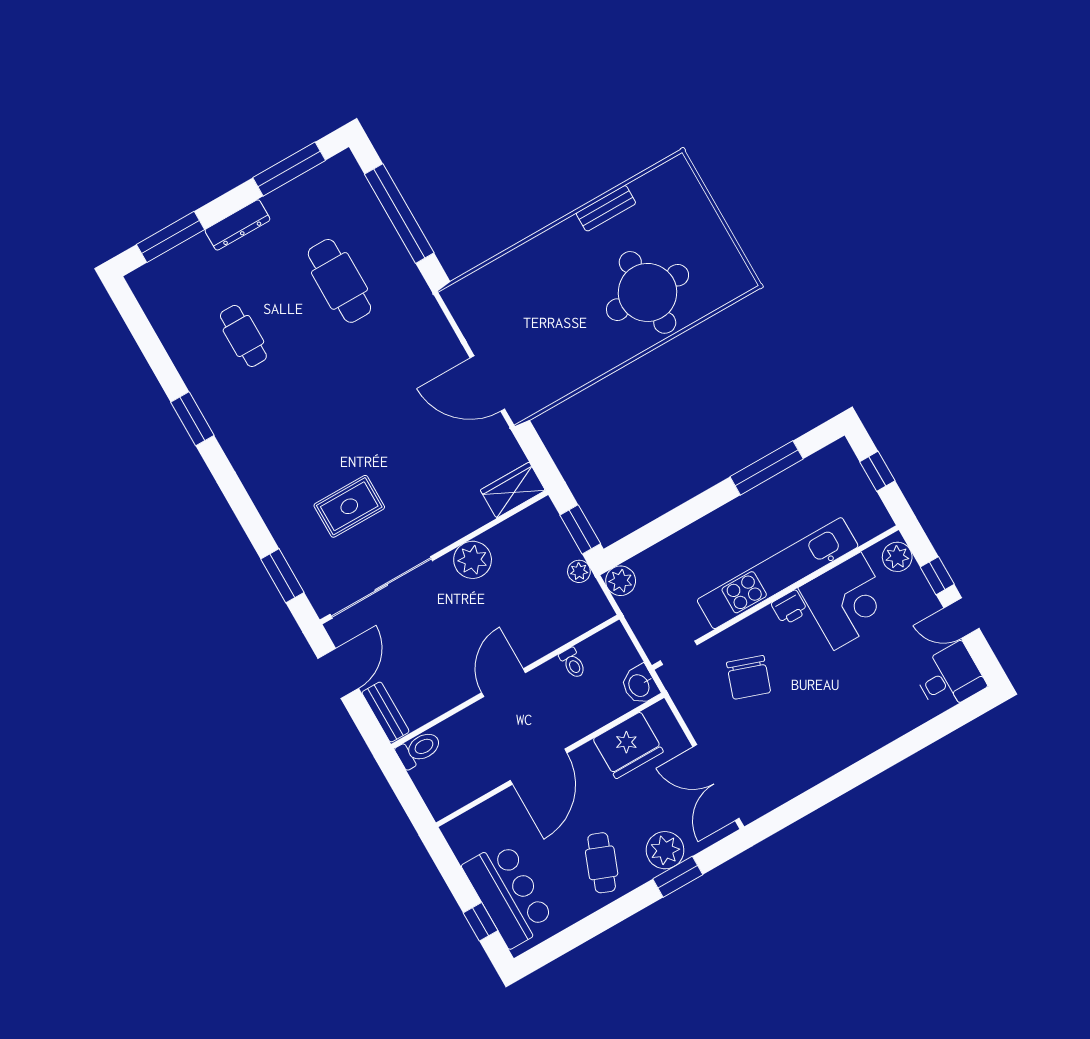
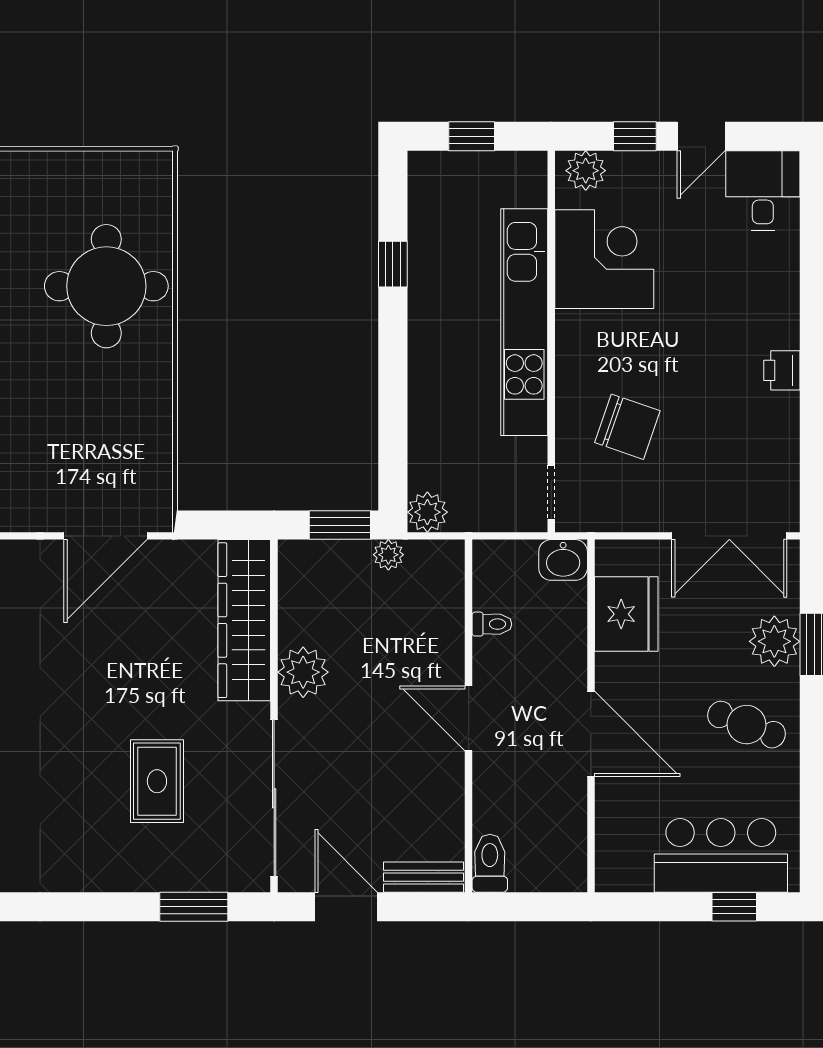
window: (767, 468) -> (393, 264), width x0.46
wardrobe: (513, 490) -> (244, 620), width x2.10, depth x1.17
printer: (790, 608) -> (782, 370), moved, turned 180

